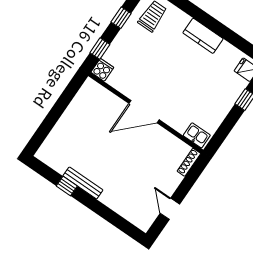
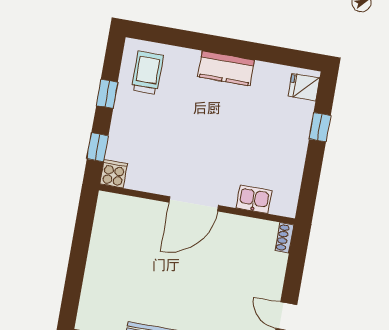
kitchen sink: (197, 135) -> (254, 199), moved
shoe rack: (189, 162) -> (285, 238), width x0.70

